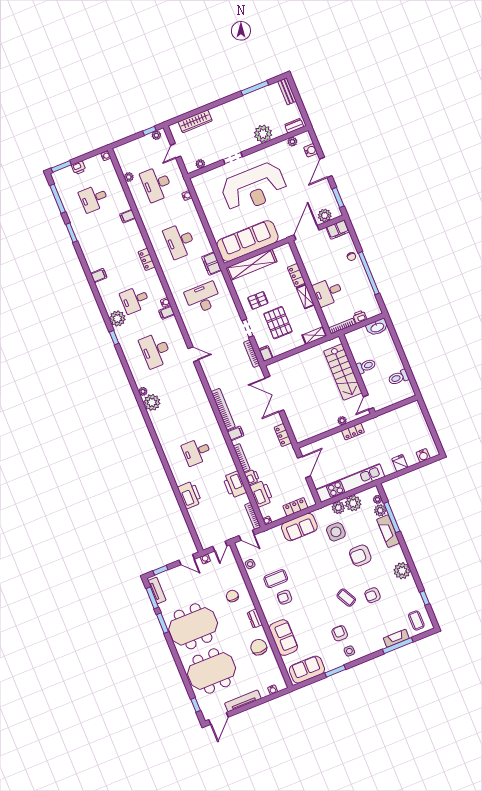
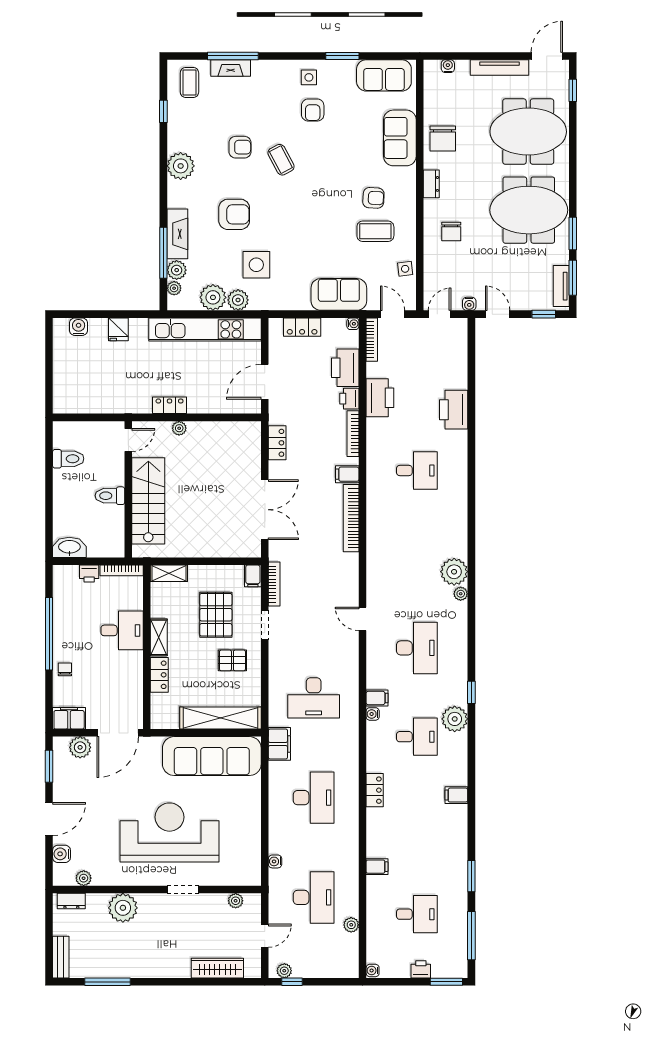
sofa: (299, 527) -> (339, 294), moved

